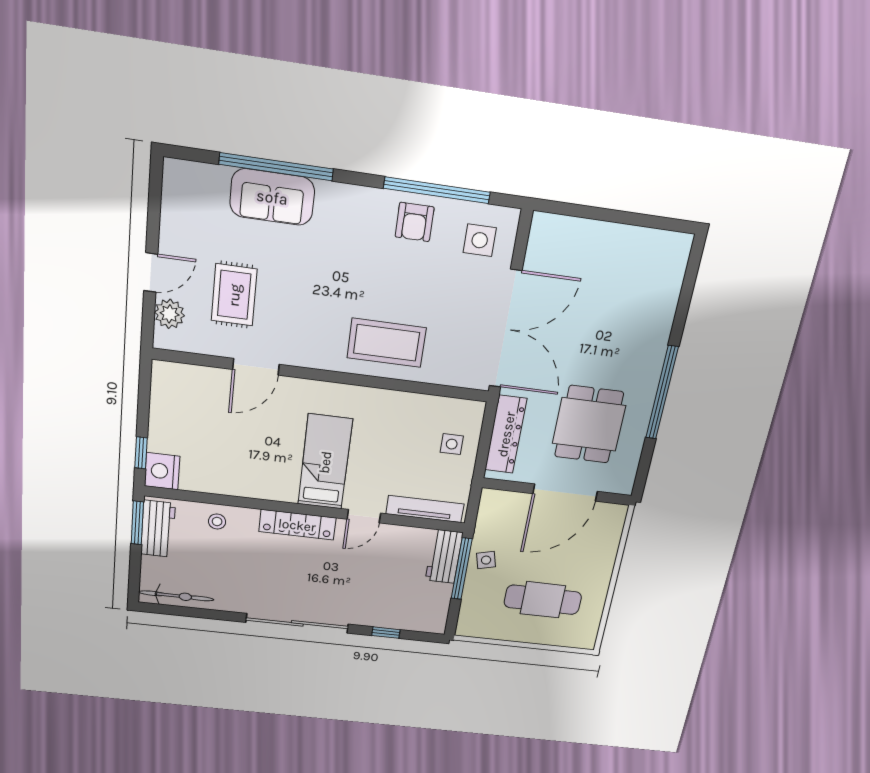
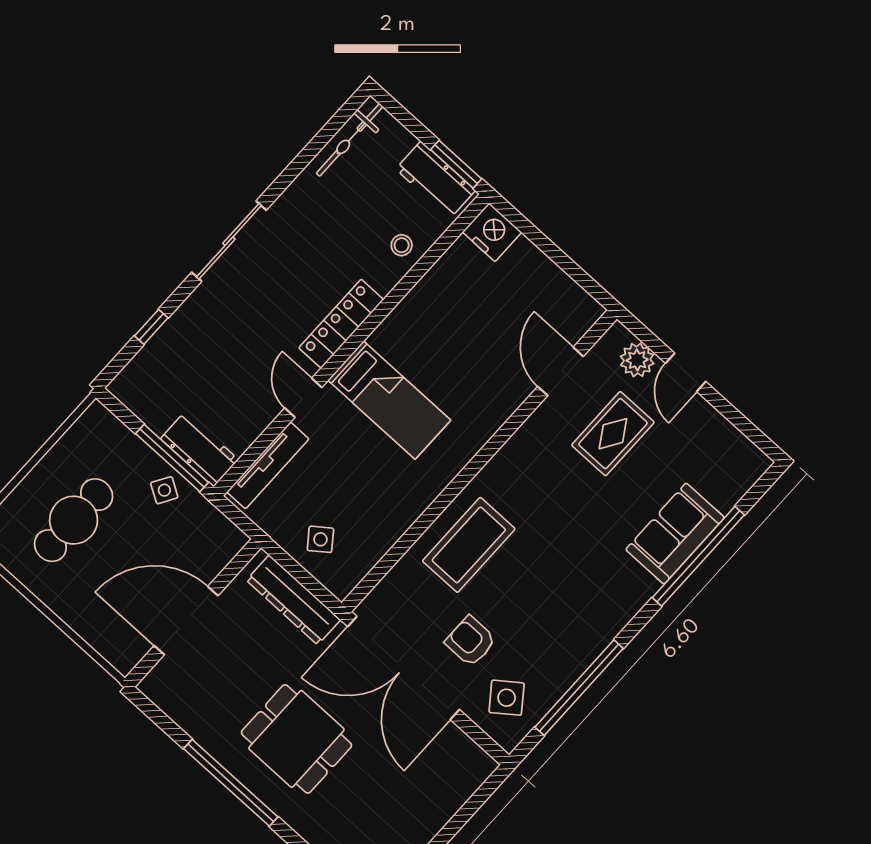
armchair: (415, 222) -> (471, 641), moved
side table: (480, 240) -> (507, 698), turned -37
rug: (234, 295) -> (613, 434), turned 90
door: (256, 367) -> (561, 371), moved
dining table: (589, 424) -> (296, 739), moved
side table: (452, 444) -> (320, 539), turned -37
window: (141, 453) -> (525, 226), removed
door: (565, 493) -> (186, 621), hinge flipped
side table: (486, 560) -> (164, 490), turned 45
sliding door: (297, 623) -> (229, 241), width x0.73

